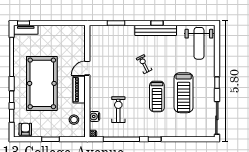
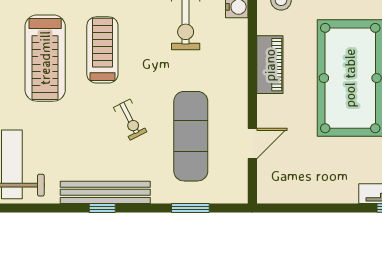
exercise mat: (116, 56) -> (191, 136), added
door: (87, 68) -> (252, 144), moved
treadmill: (184, 93) -> (45, 58), turned 180

